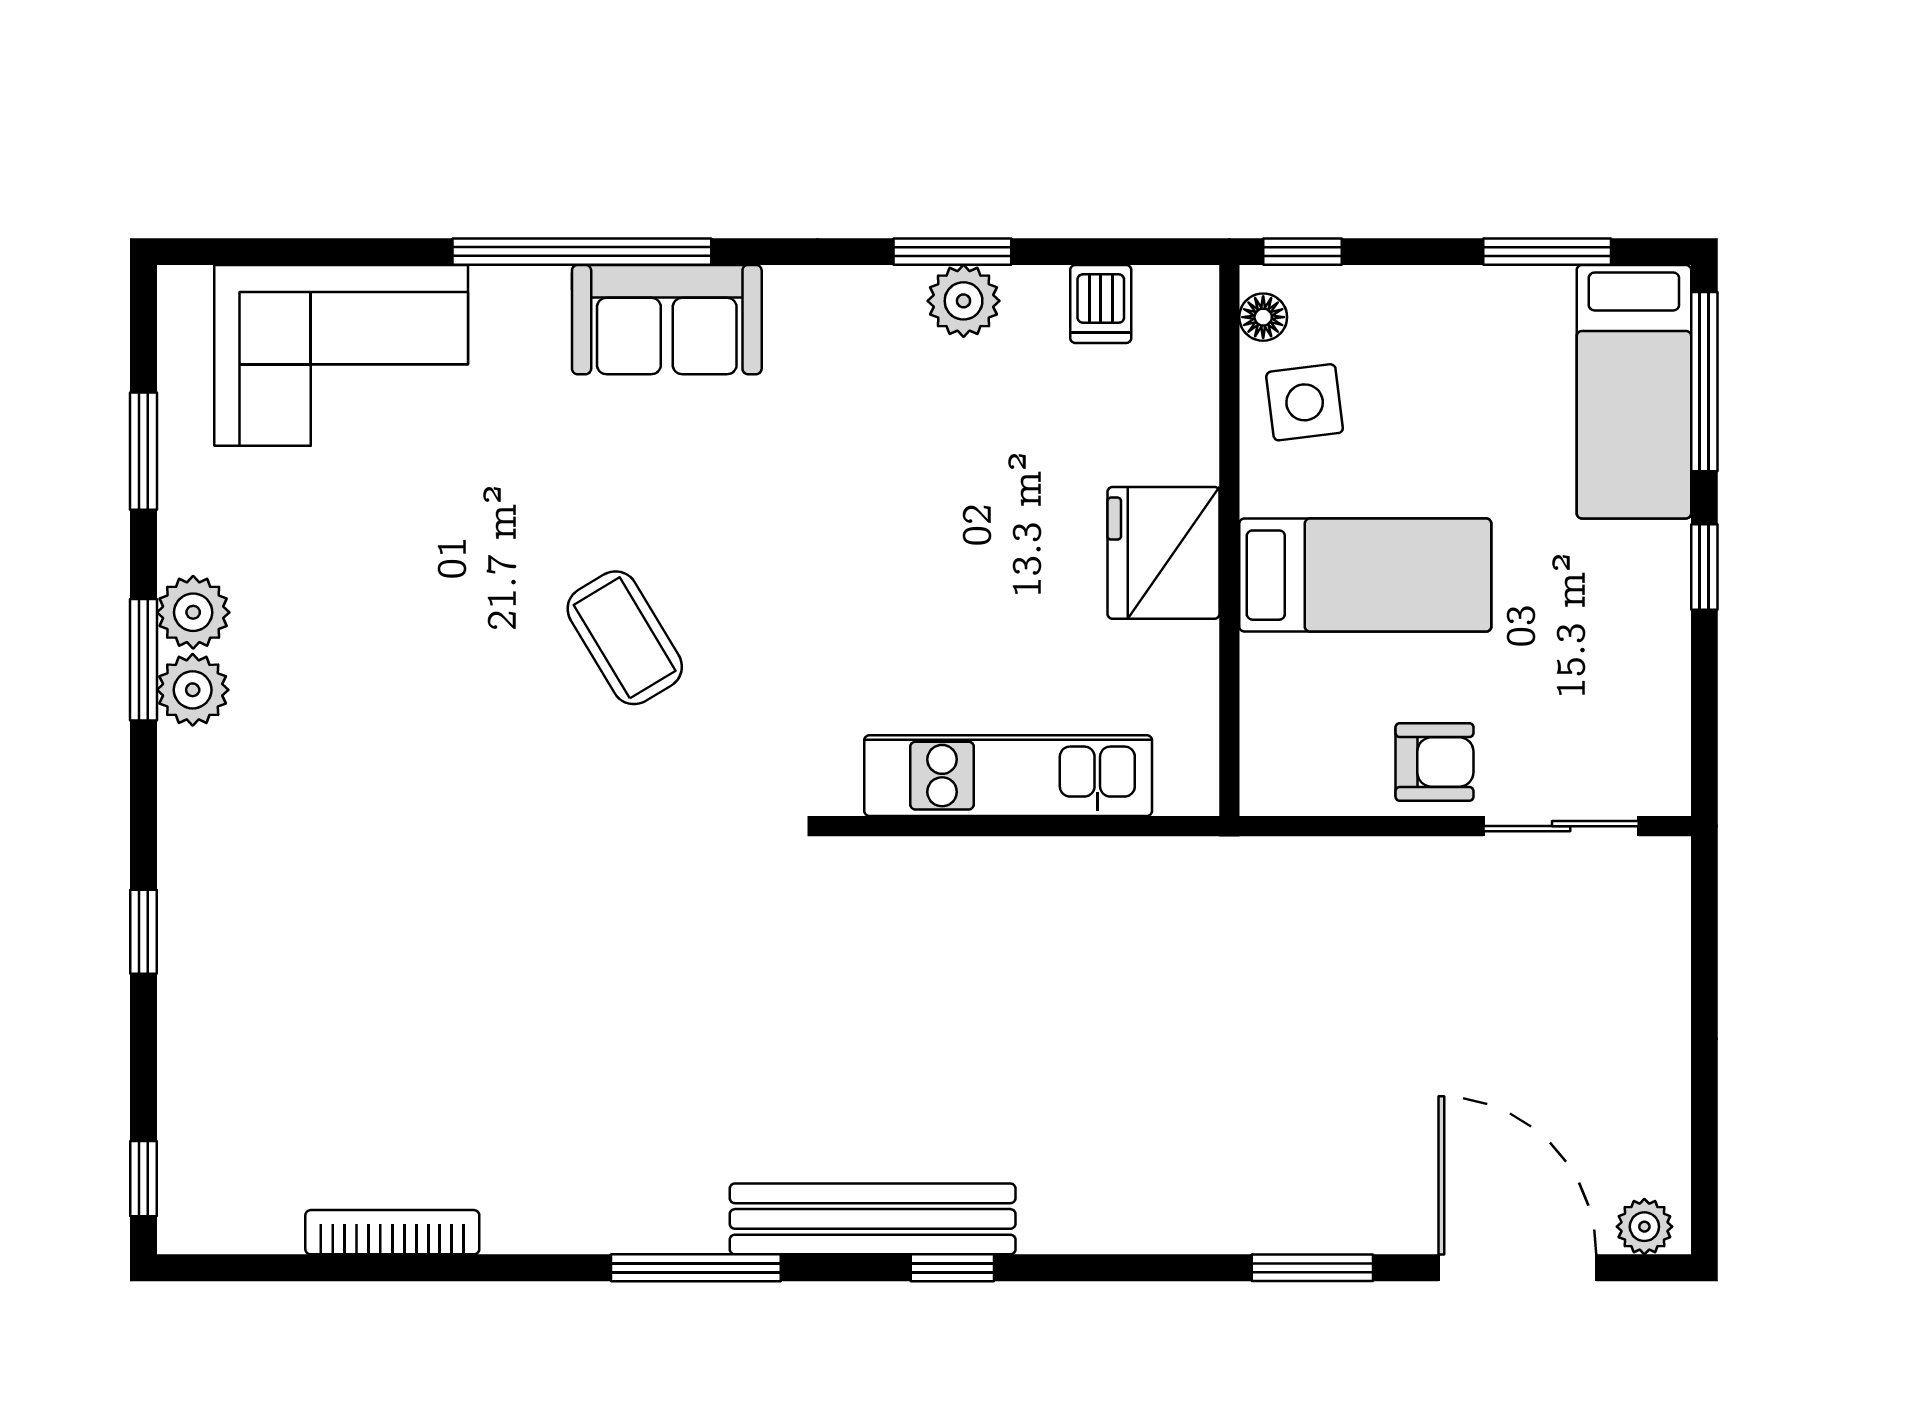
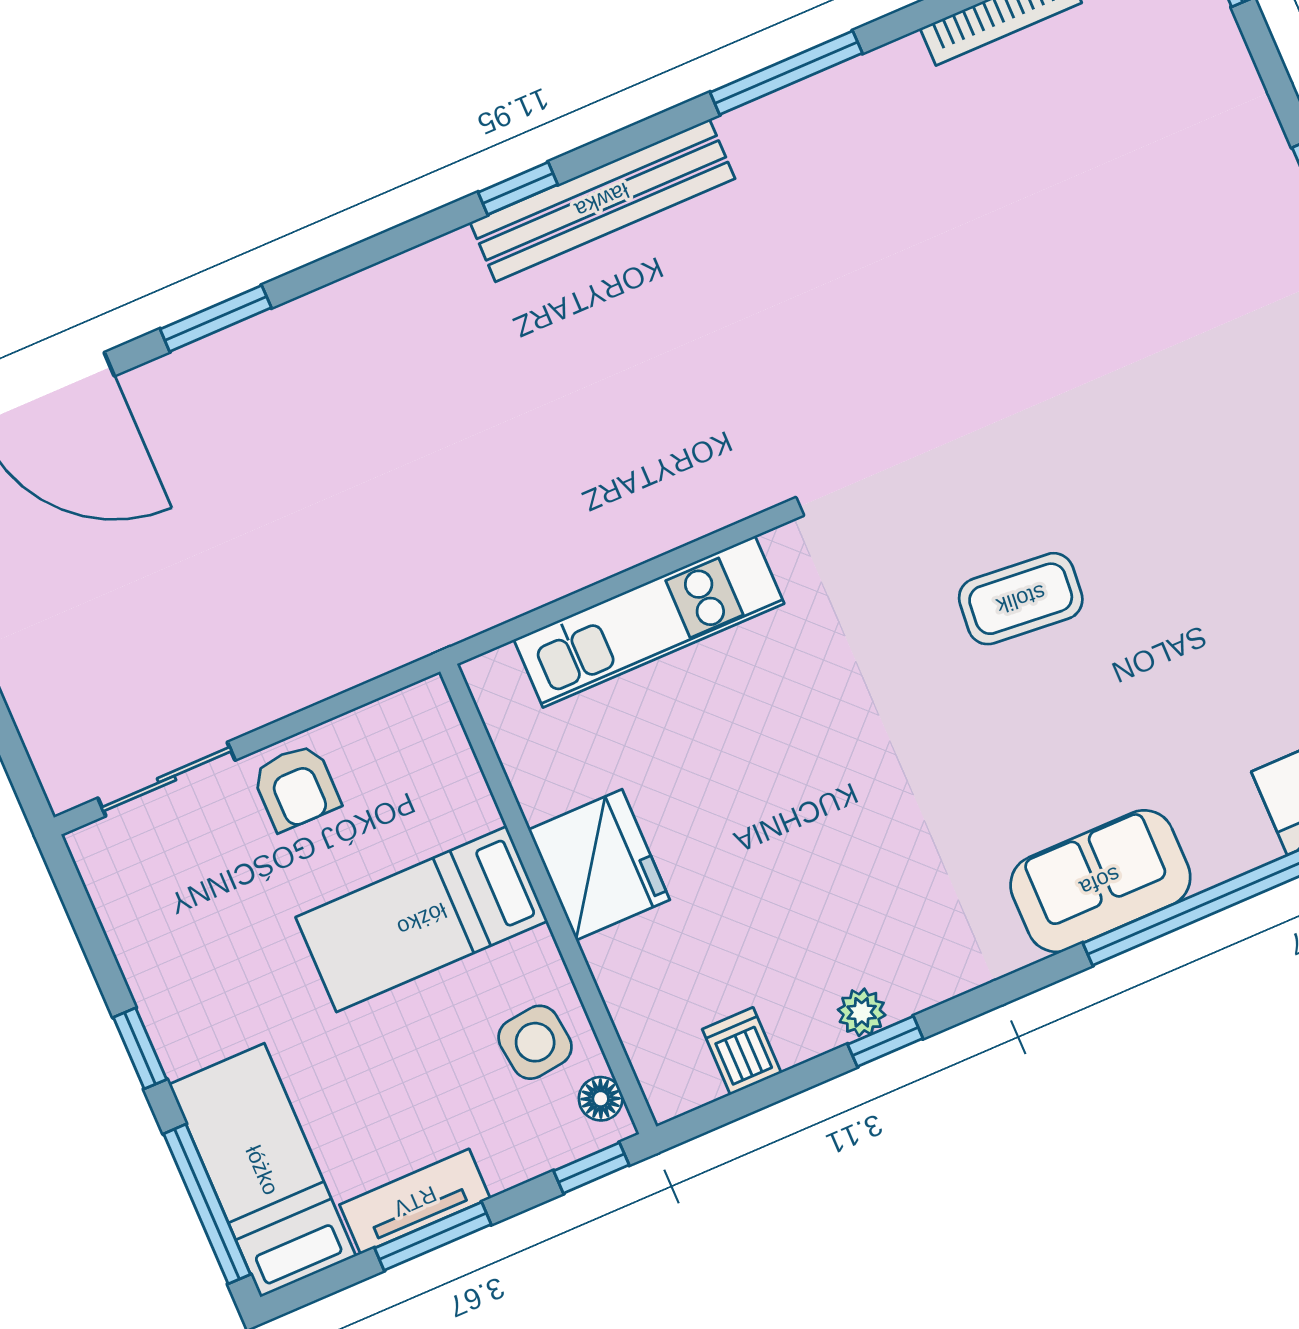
window: (952, 252) -> (885, 1041), width x0.67
window: (1547, 252) -> (433, 1236), moved
tv unit: (1494, 294) -> (415, 1201), added
plant: (964, 301) -> (862, 1012), width x0.73, depth x0.73
coffee table: (625, 638) -> (1021, 599), turned -54
armchair: (1434, 762) -> (296, 787), turned -90
window: (696, 1268) -> (786, 73), moved

